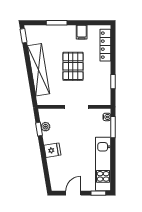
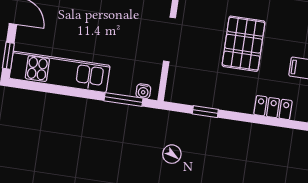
locker: (105, 45) -> (273, 108), width x0.66
pallet: (73, 66) -> (244, 44), turned 90

